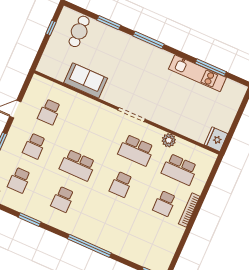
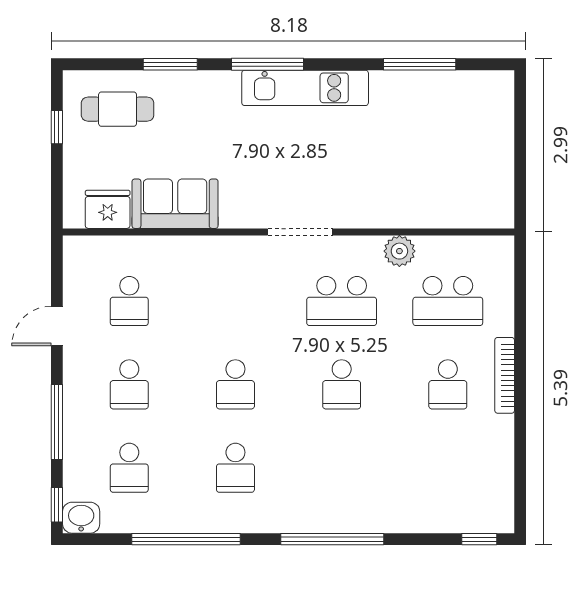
cafe table: (79, 31) -> (118, 109), turned 90
kitchen unit: (197, 73) -> (305, 88), moved
fridge: (216, 139) -> (108, 209), moved, turned 90
school desk: (78, 165) -> (235, 384), width x0.54
window: (30, 220) -> (186, 539), width x2.11

